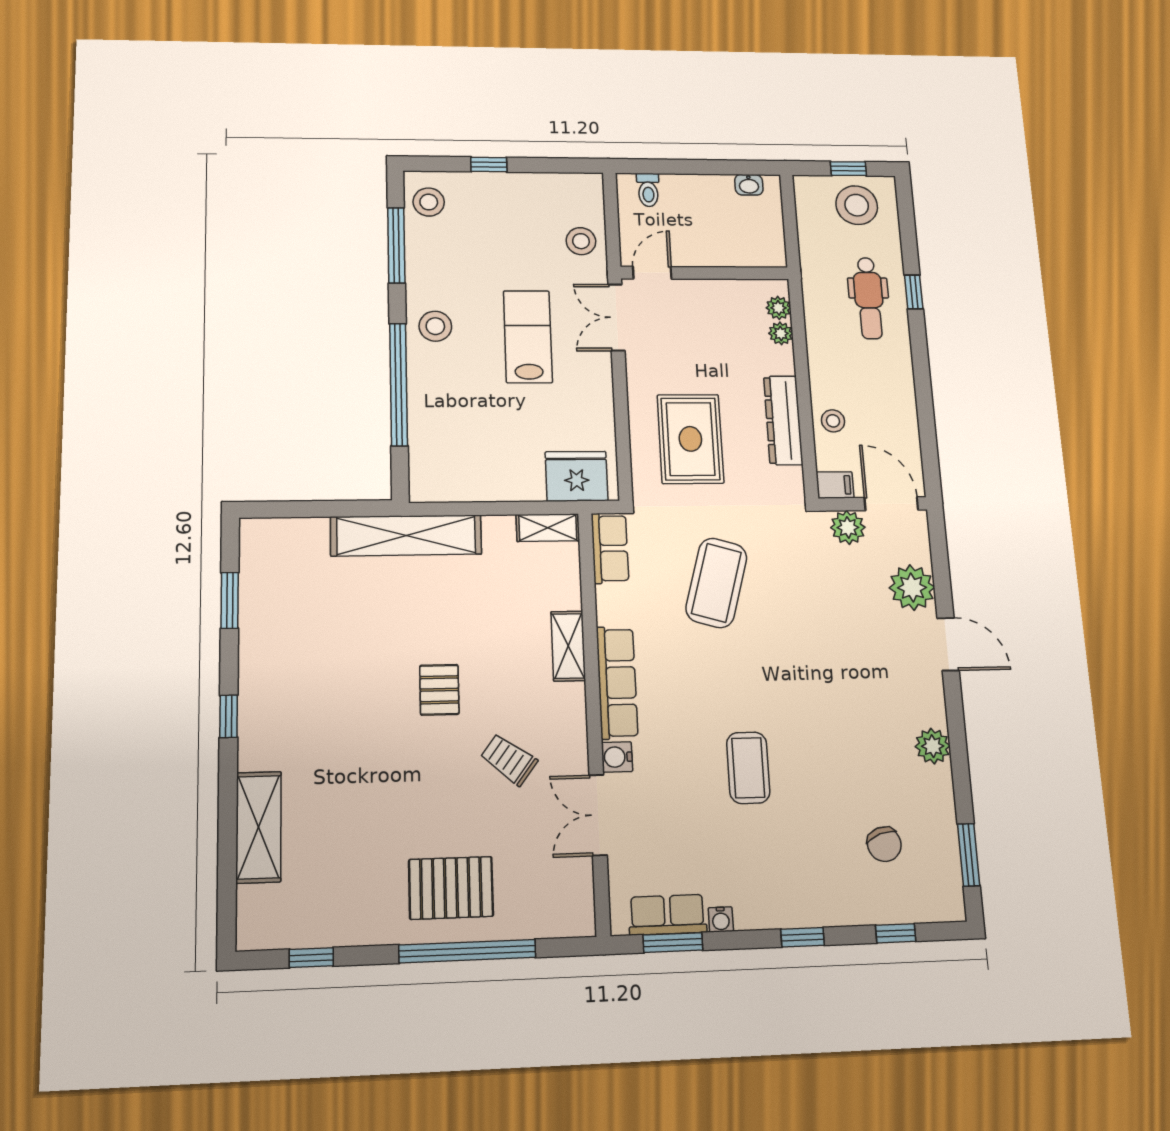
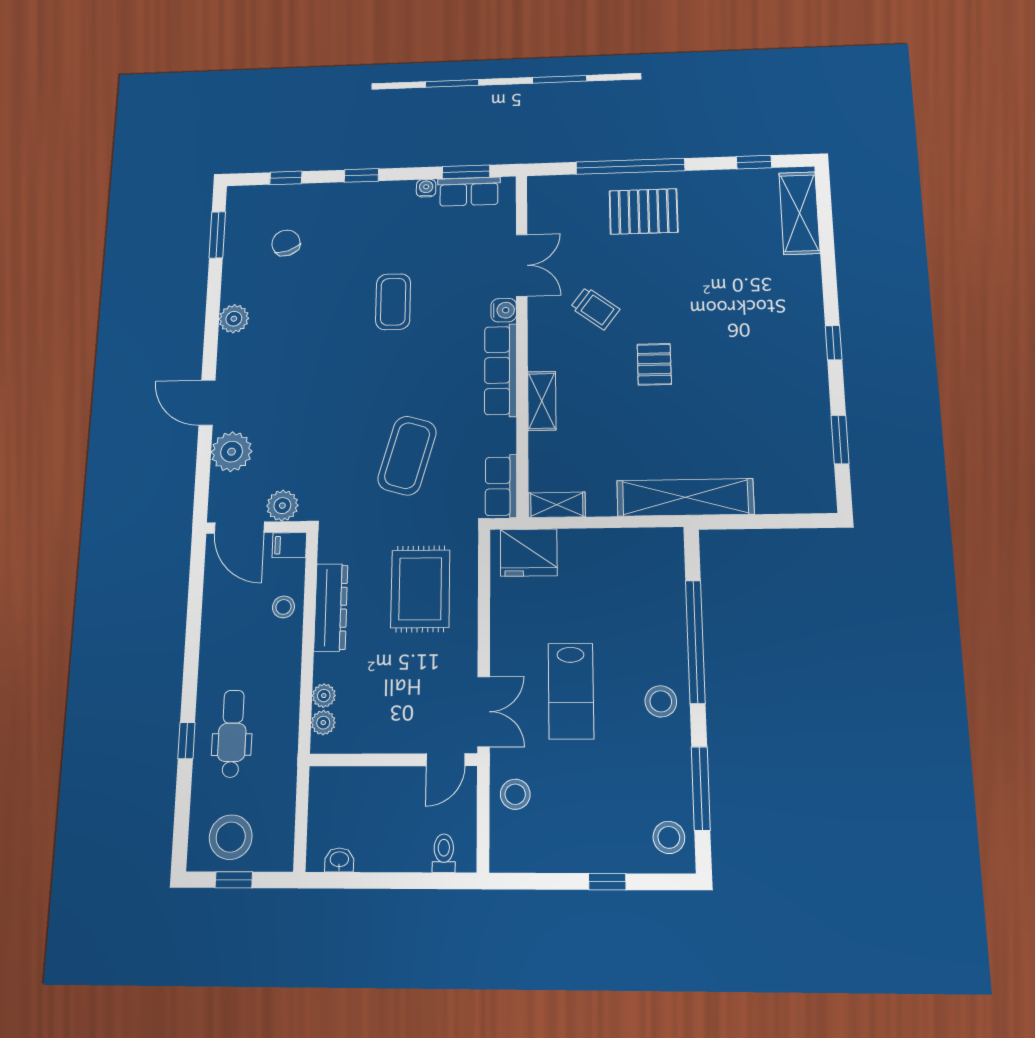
shelving: (259, 827) -> (799, 213), moved

